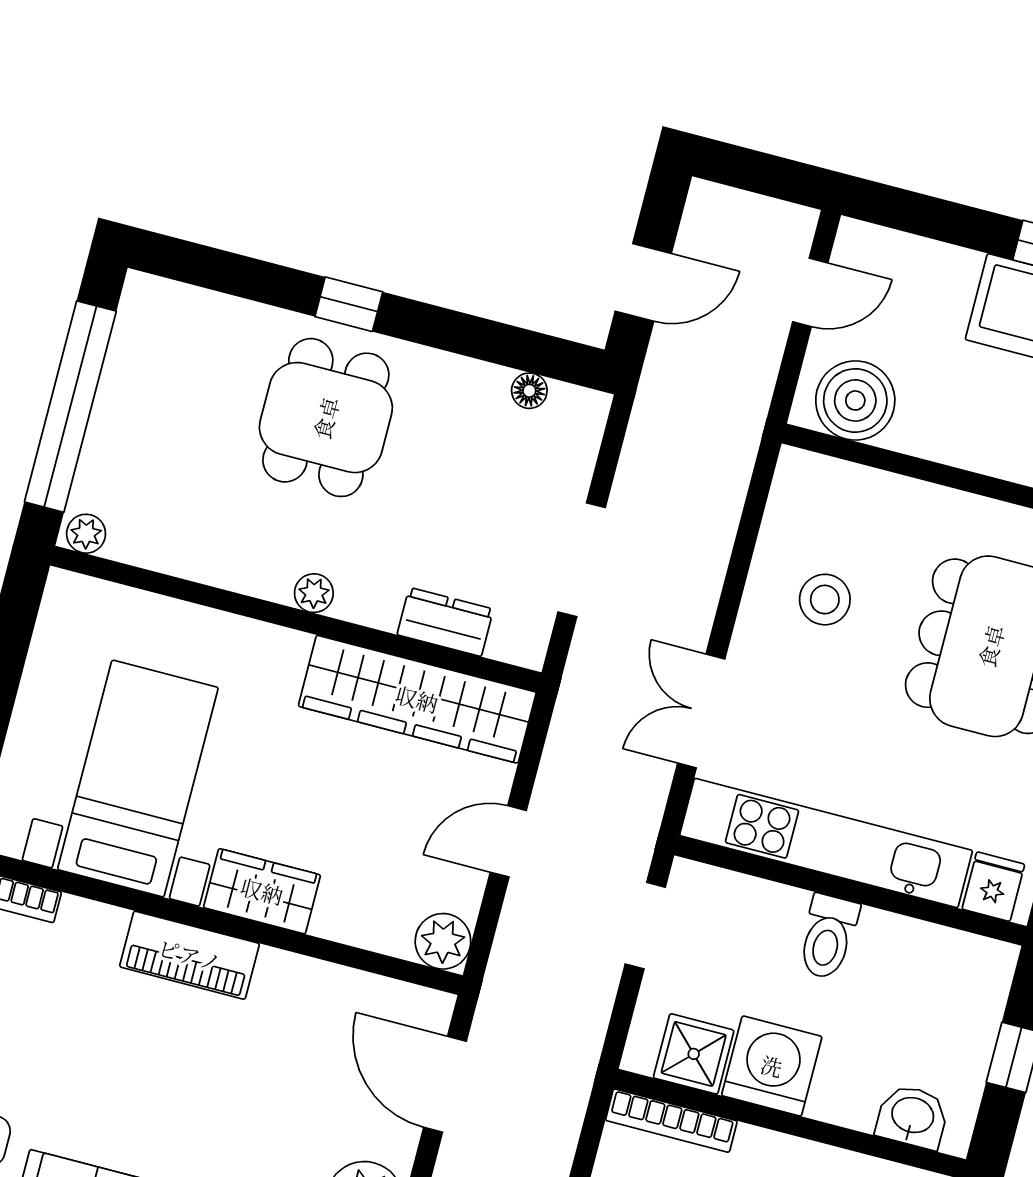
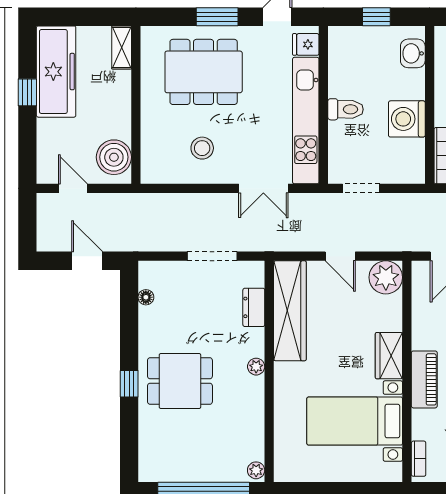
plant: (443, 941) -> (386, 277), width x1.36, depth x1.36
shower: (694, 1054) -> (410, 154), removed

